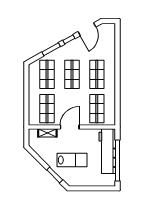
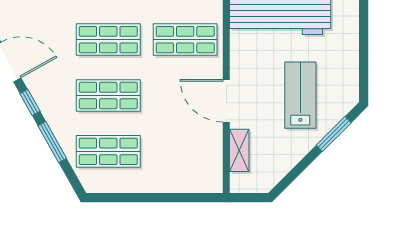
shop shelf: (47, 109) -> (185, 151), removed

